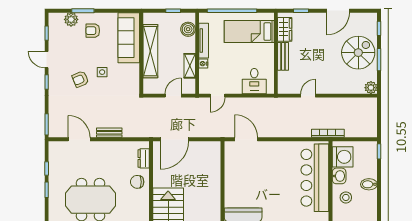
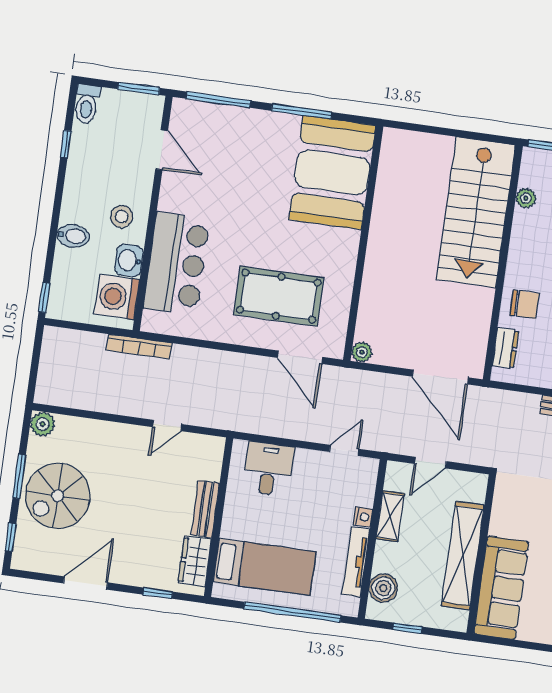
door: (174, 139) -> (440, 377), swing flipped
plant: (216, 146) -> (362, 352), added
pool table: (261, 169) -> (279, 296), added
bar counter: (315, 178) -> (177, 264), width x0.73

